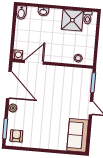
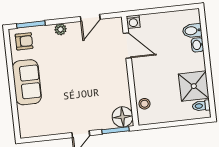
bidet: (21, 13) -> (192, 31), moved
floor lamp: (85, 76) -> (123, 117), added
door: (9, 85) -> (90, 18), width x0.53
sofa: (78, 135) -> (27, 82), moved, turned 90

